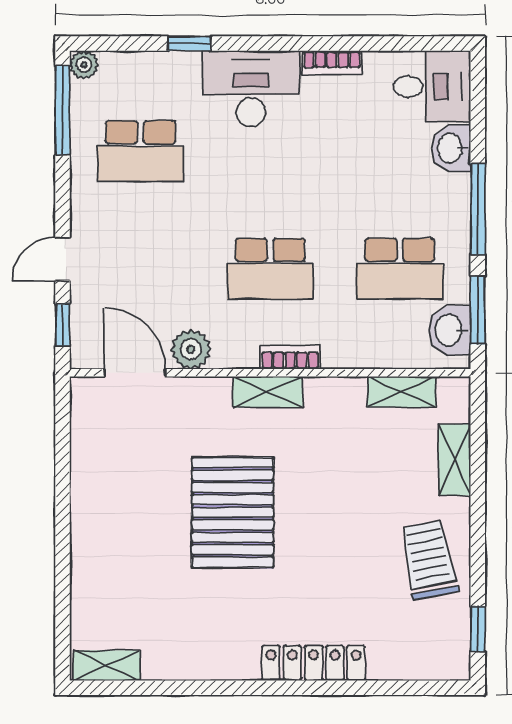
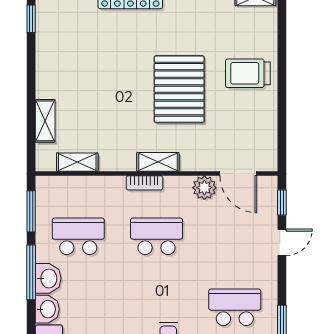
washbasin: (450, 330) -> (48, 278), moved
trolley: (429, 560) -> (248, 73), moved, turned 101

